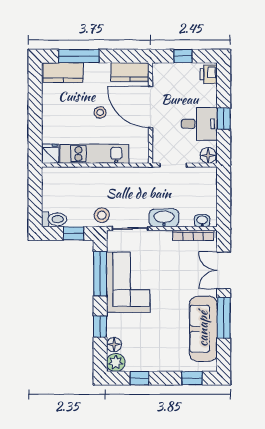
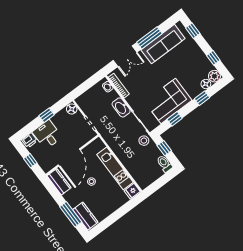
desk: (199, 124) -> (47, 135), moved
window: (100, 274) -> (175, 119), width x0.46

